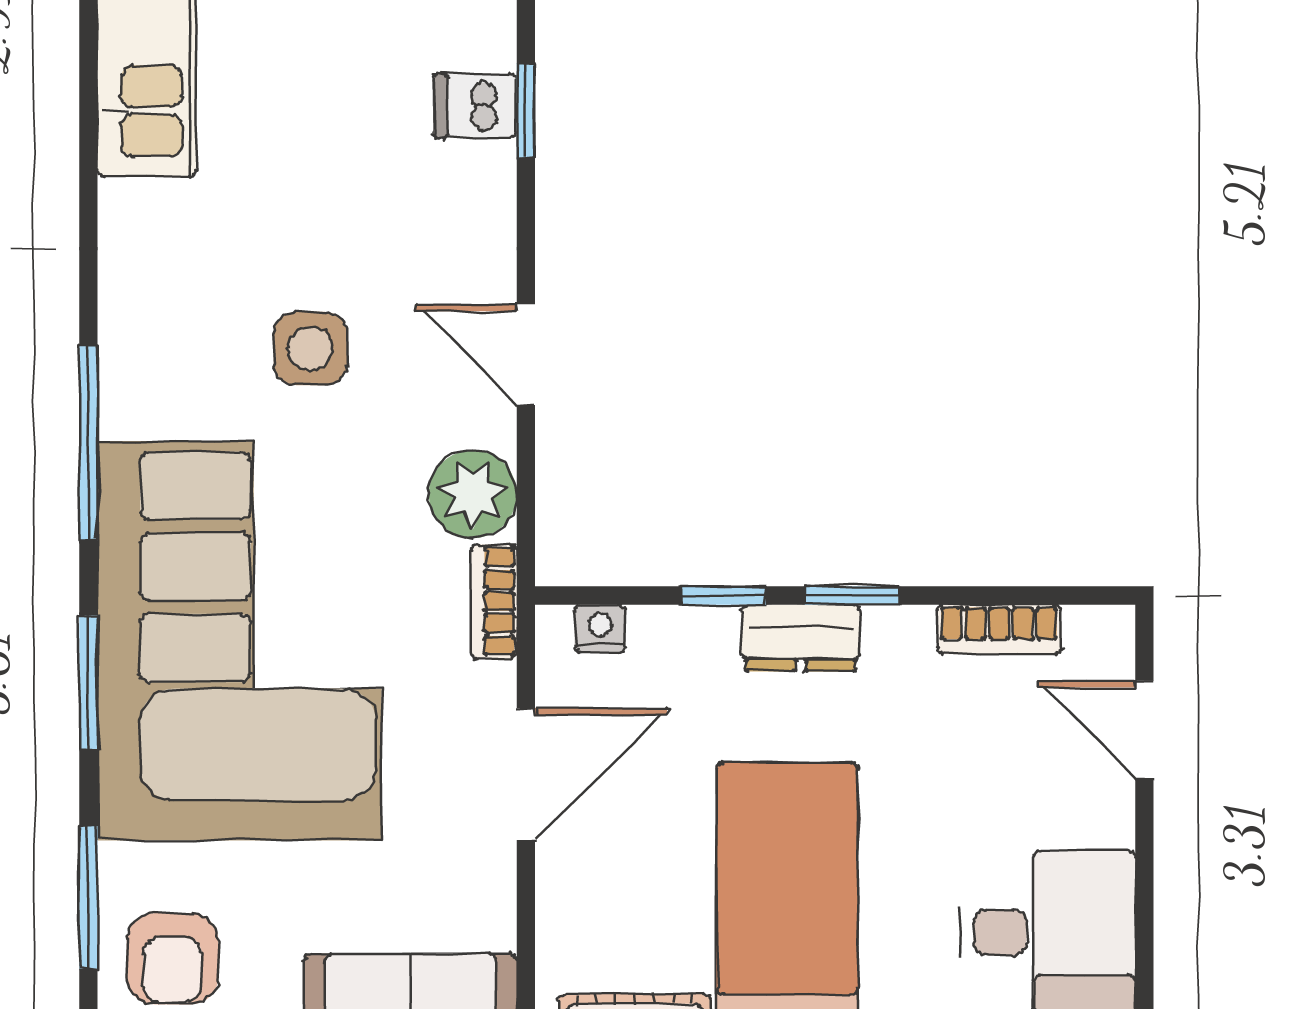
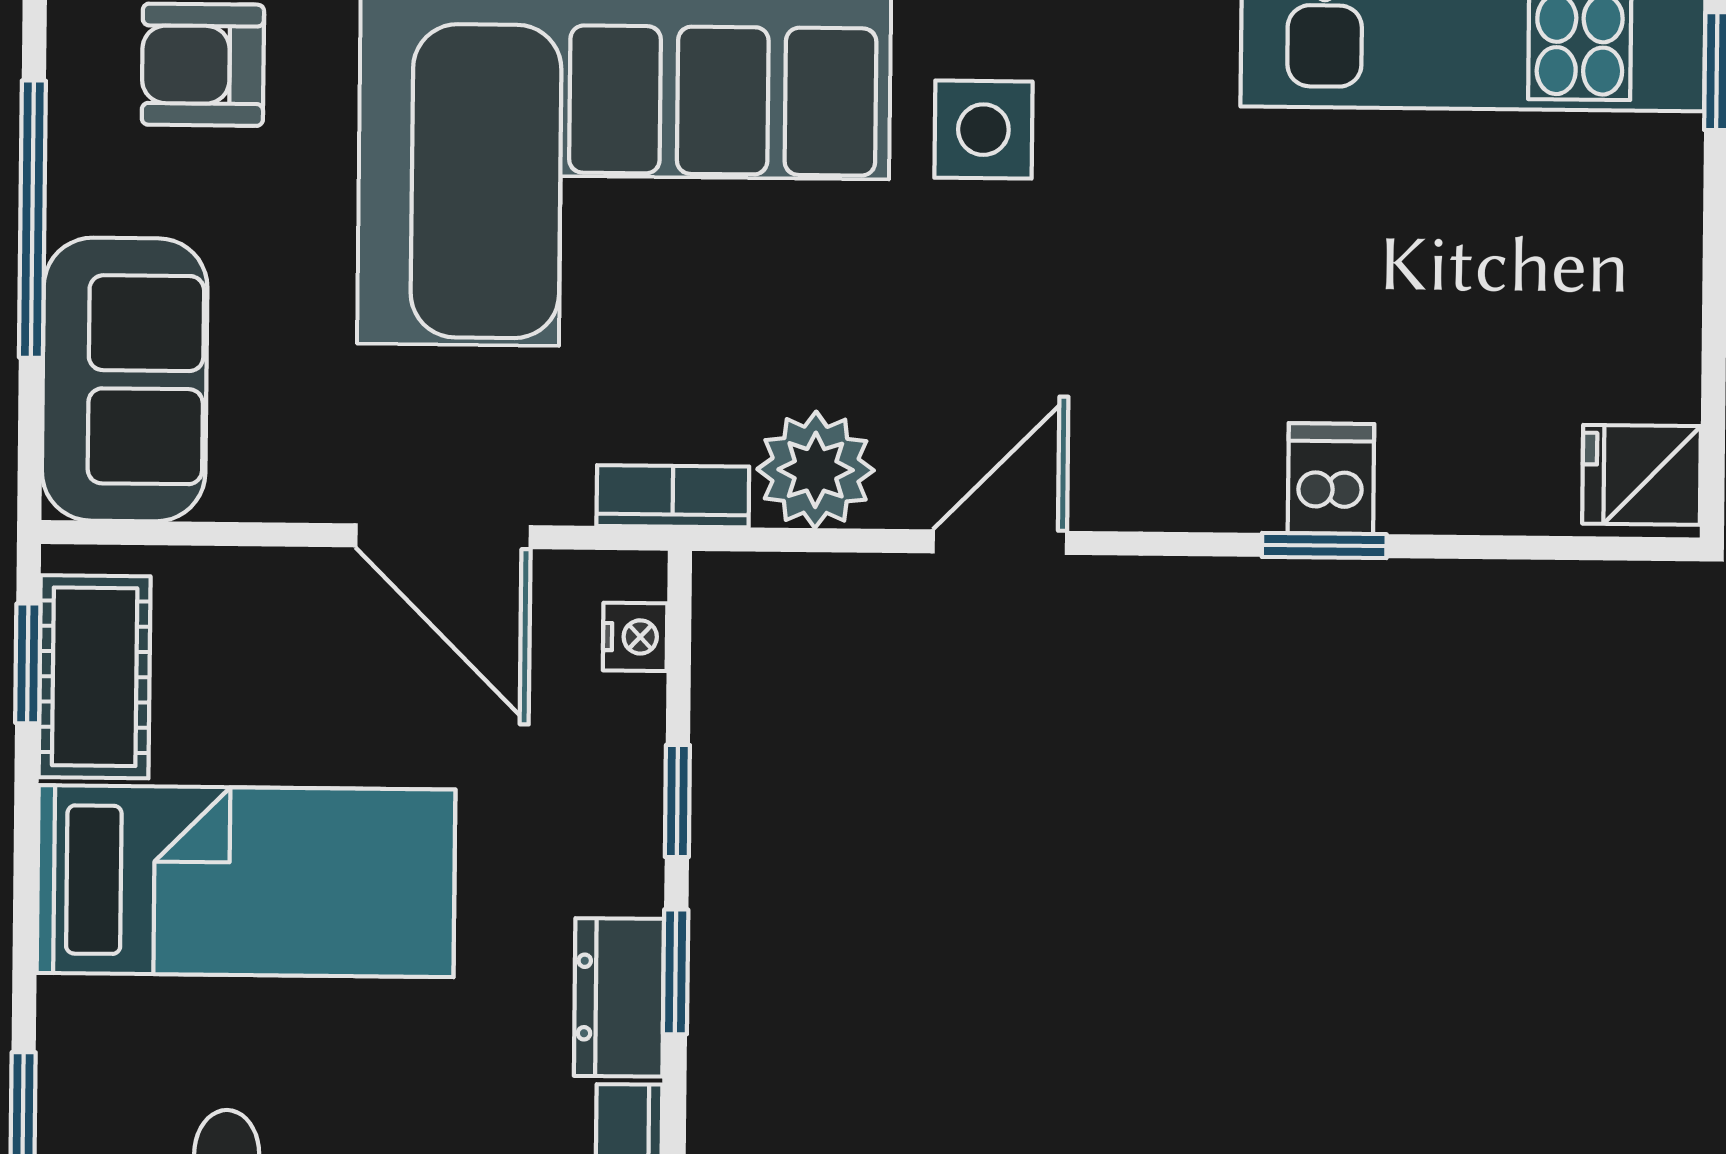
side table: (311, 349) -> (983, 130), moved
dresser: (801, 638) -> (619, 997), moved

